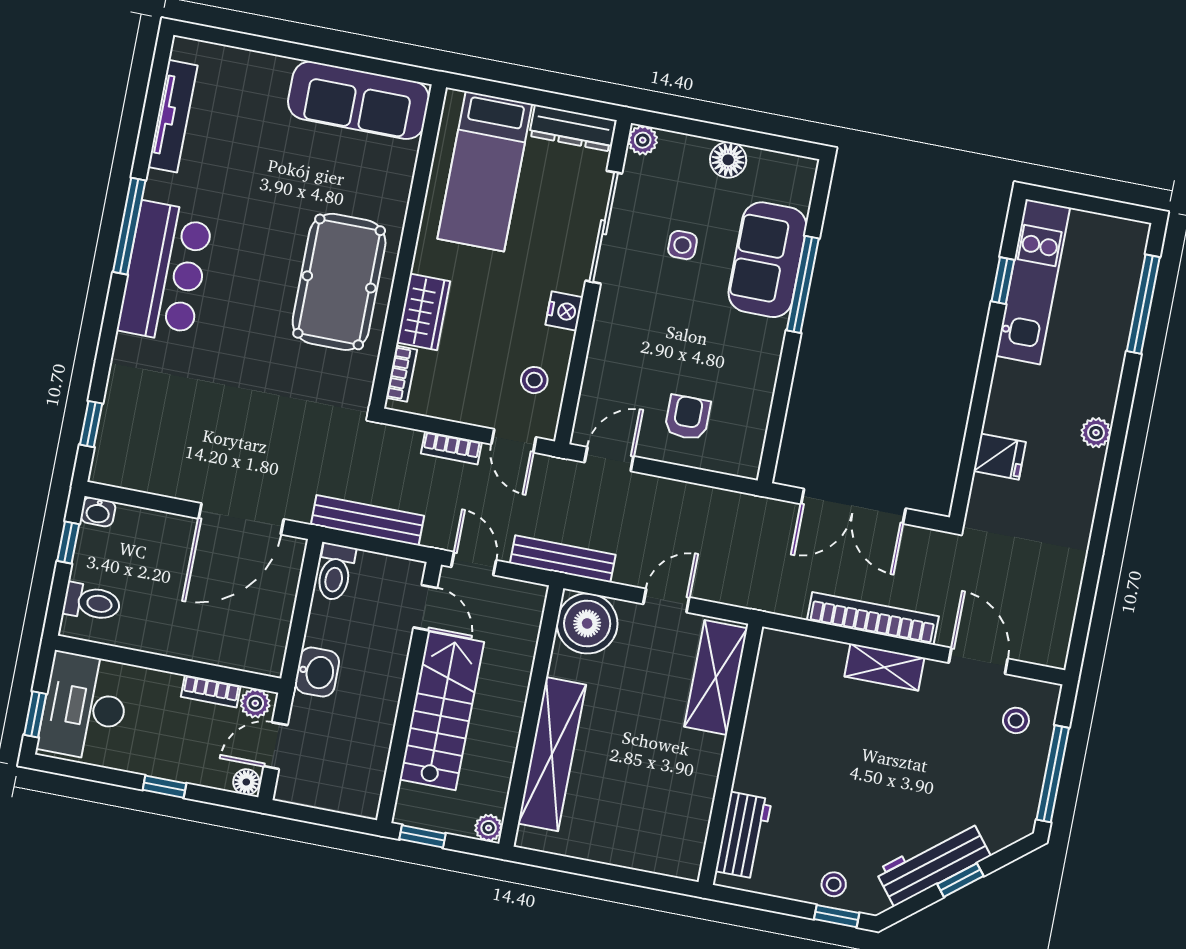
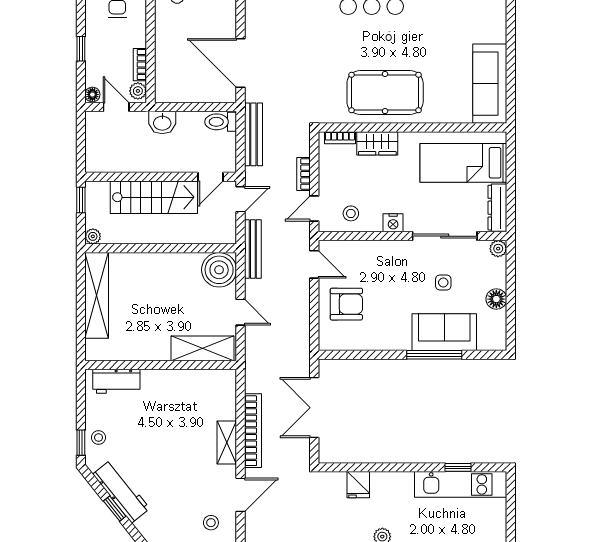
armchair: (687, 417) -> (346, 304), width x1.38, depth x1.38
shelving: (552, 754) -> (97, 295), moved, turned 90

